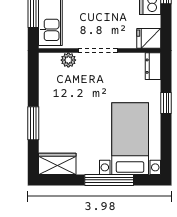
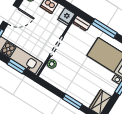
window: (166, 103) -> (104, 28), width x2.17

